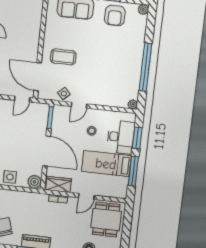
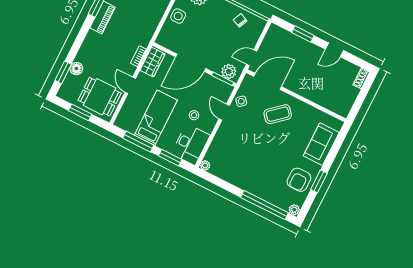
armchair: (115, 16) -> (299, 180), turned -90
coffee table: (63, 57) -> (278, 114), turned 49
window: (145, 67) -> (265, 205), moved
door: (22, 99) -> (252, 58), hinge flipped
desk: (121, 137) -> (191, 144), moved, turned -90
plant: (34, 182) -> (229, 71), moved
window: (126, 231) -> (80, 112), added

